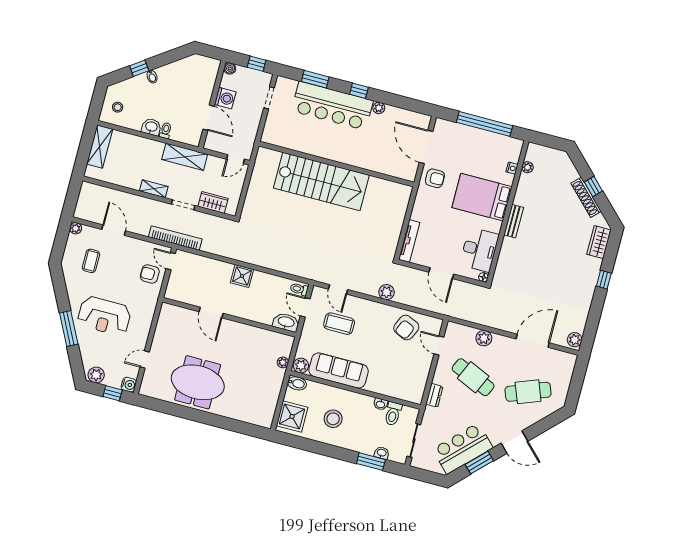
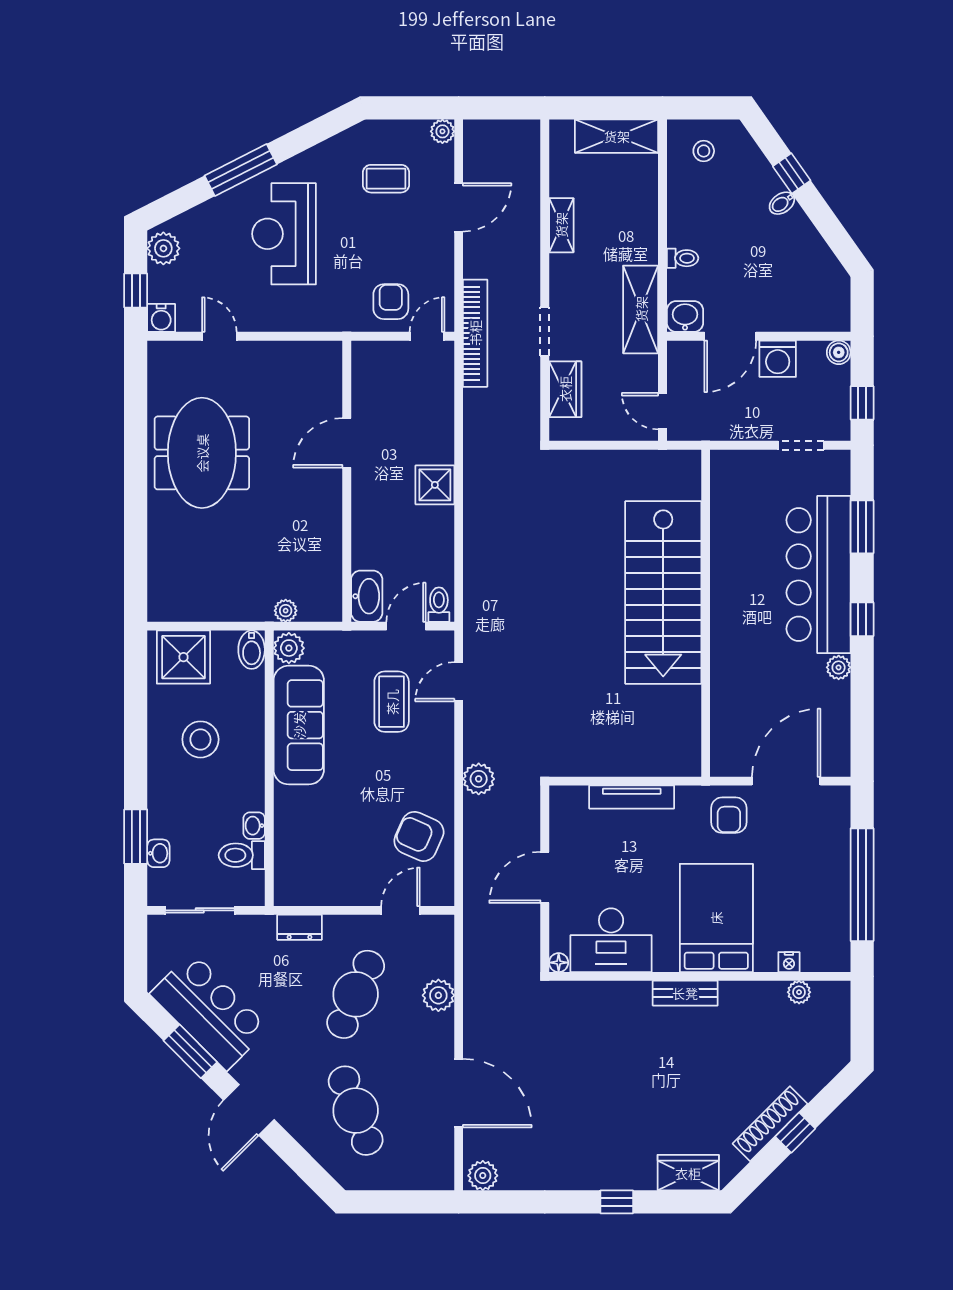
washbasin: (151, 127) -> (685, 317), moved, turned -90
shelving: (154, 189) -> (561, 225), moved
tv unit: (409, 241) -> (632, 797), moved

